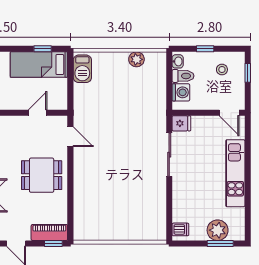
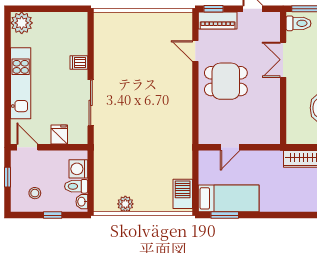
window: (43, 49) -> (225, 215), width x1.50
window: (248, 73) -> (8, 177), moved
fridge: (181, 123) -> (59, 135), moved, turned 90
door: (70, 137) -> (195, 51), moved
dishwasher: (180, 229) -> (79, 63), moved
plant: (218, 230) -> (22, 23), moved
window: (220, 244) -> (37, 9), removed

